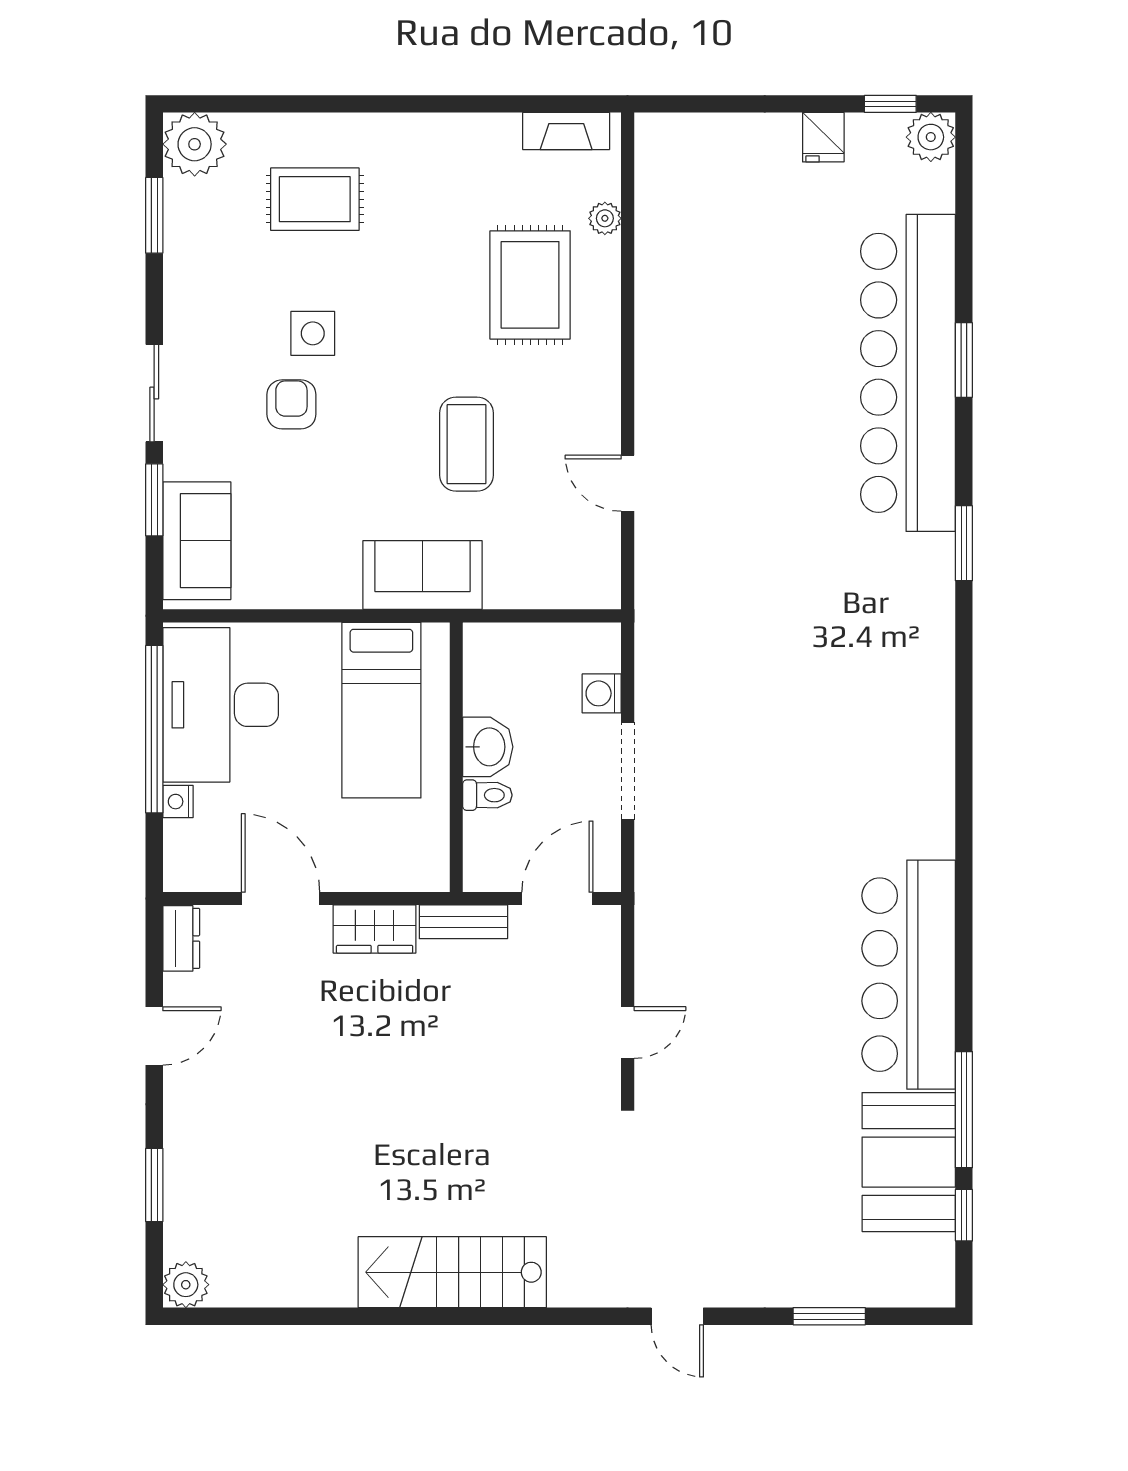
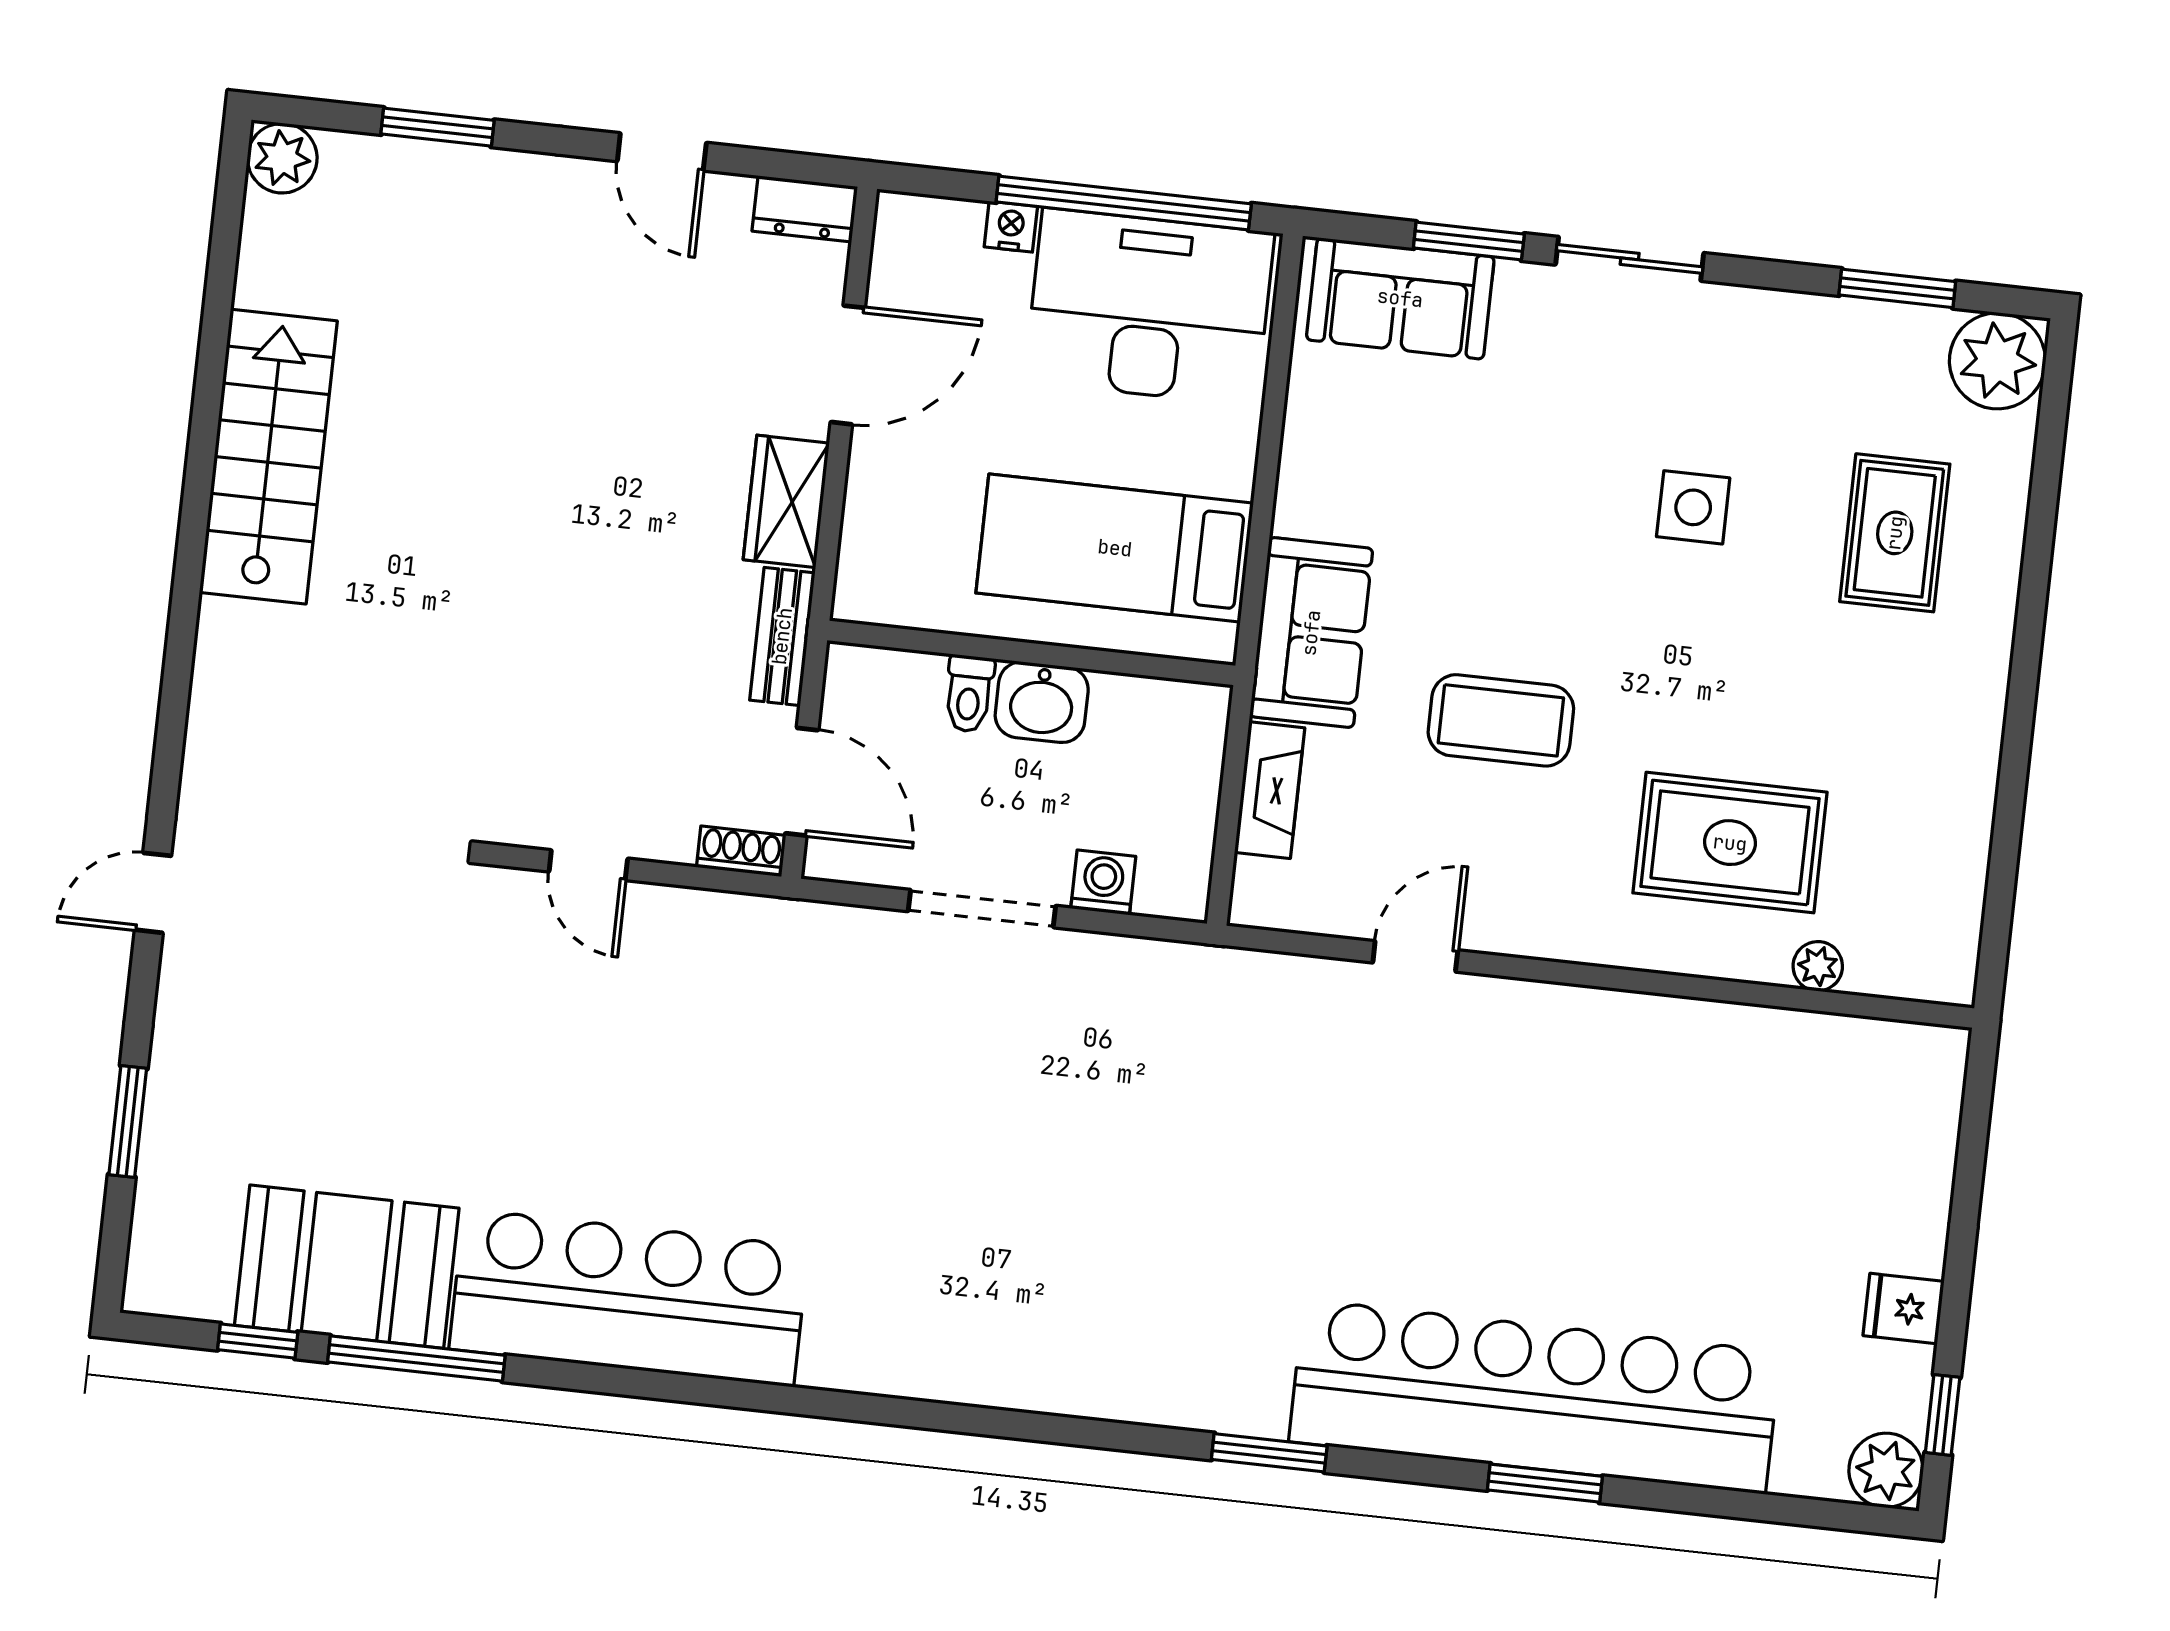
fireplace: (566, 131) -> (1270, 790), moved, turned 180
armchair: (291, 404) -> (1590, 463), removed
shoe rack: (607, 933) -> (741, 851), added
stairs: (452, 1272) -> (268, 457), moved

